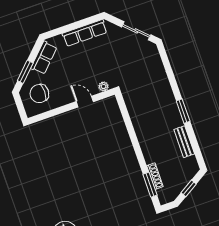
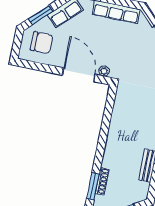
chair: (39, 94) -> (42, 43), turned 180
door: (85, 102) -> (79, 75), width x1.88

